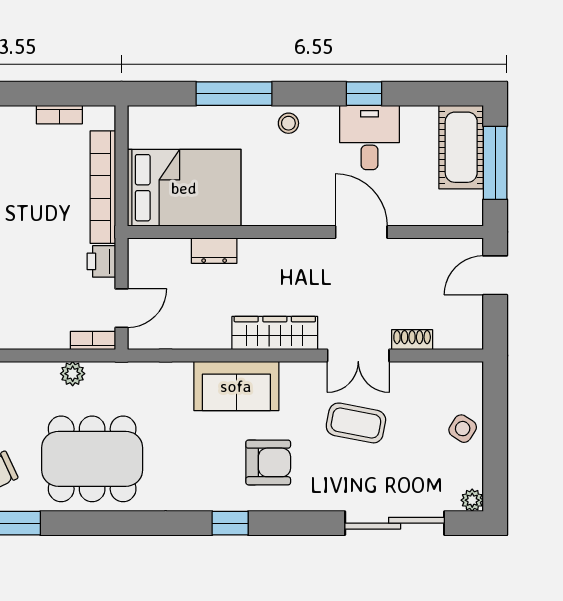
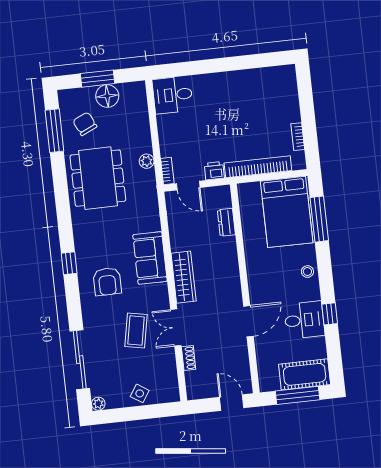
window: (234, 94) -> (319, 219), moved
bed: (184, 188) -> (287, 212), moved
dresser: (214, 251) -> (226, 222), moved

